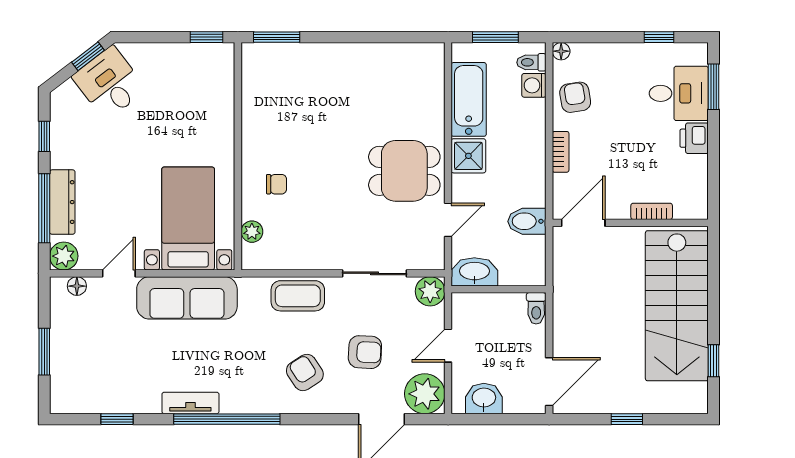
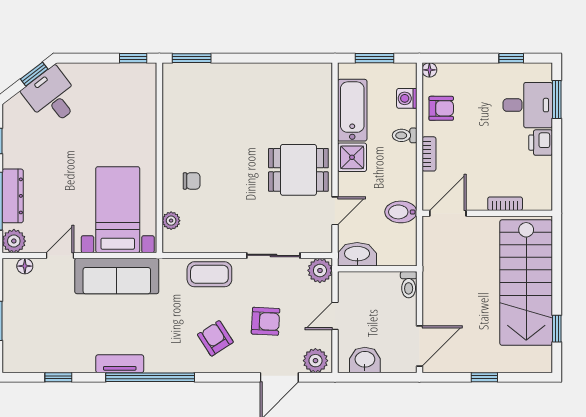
toilet: (531, 62) -> (405, 135), moved
armchair: (575, 97) -> (441, 108), turned 99
plant: (425, 394) -> (315, 361), width x0.73, depth x0.73

